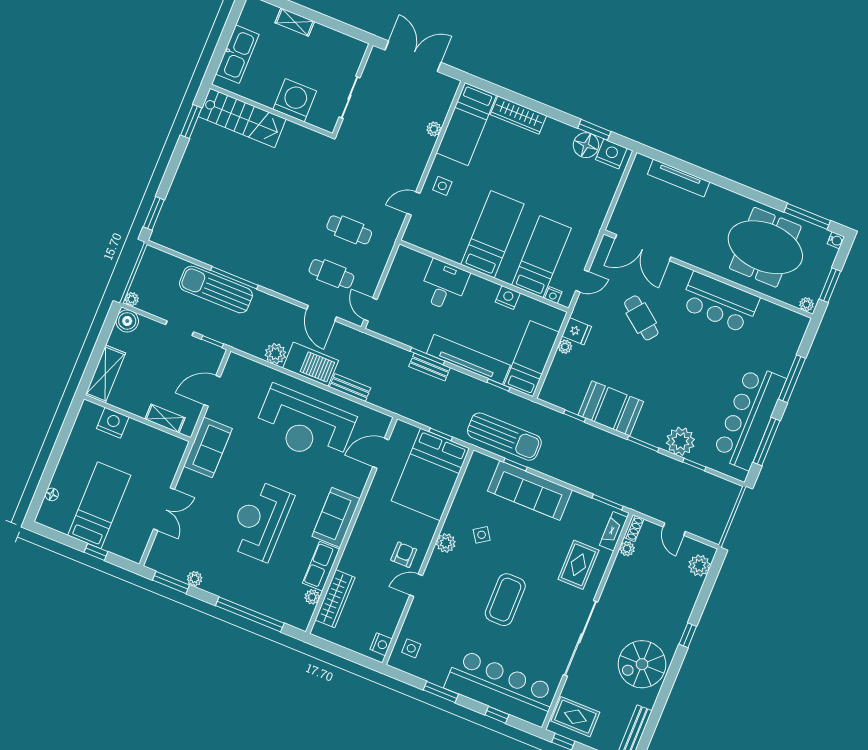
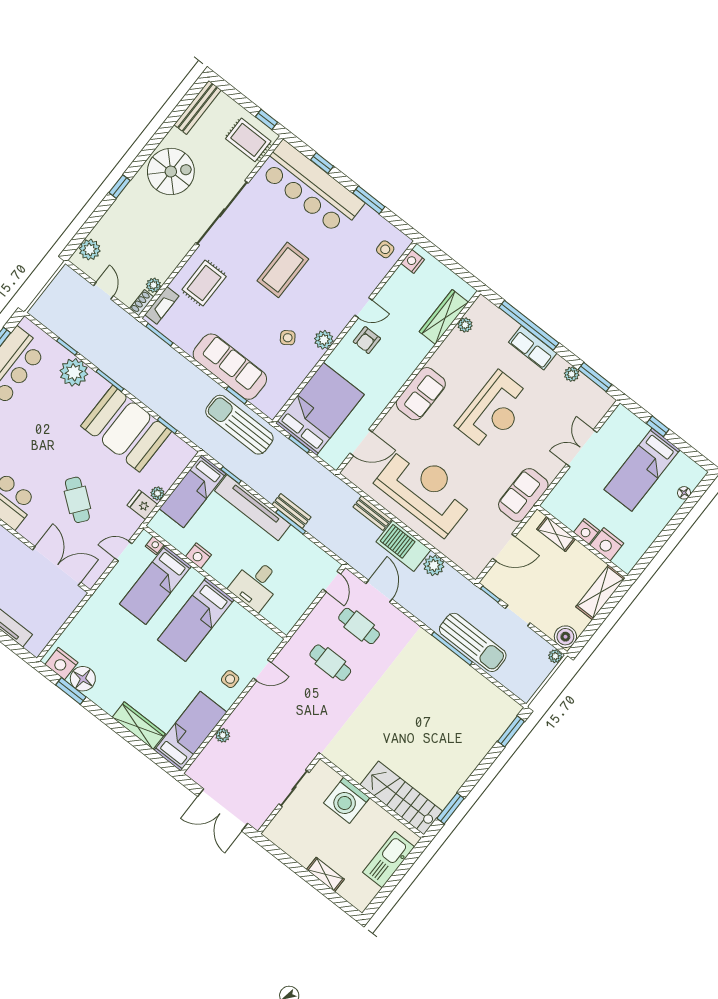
booth: (611, 408) -> (126, 429), width x1.36, depth x1.42
nightstand: (136, 429) -> (586, 531), added
row of seats: (321, 566) -> (533, 348), moved, turned 90

